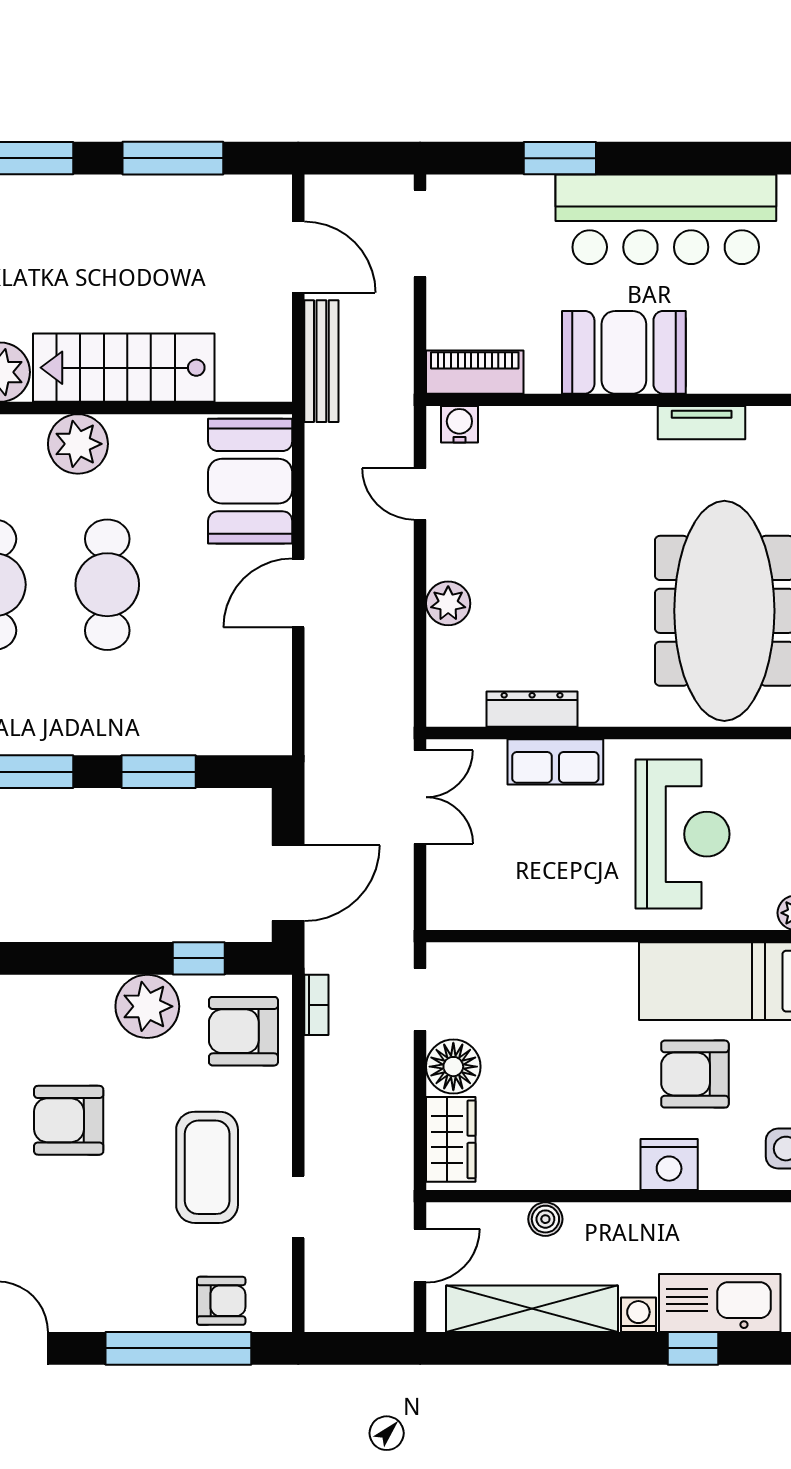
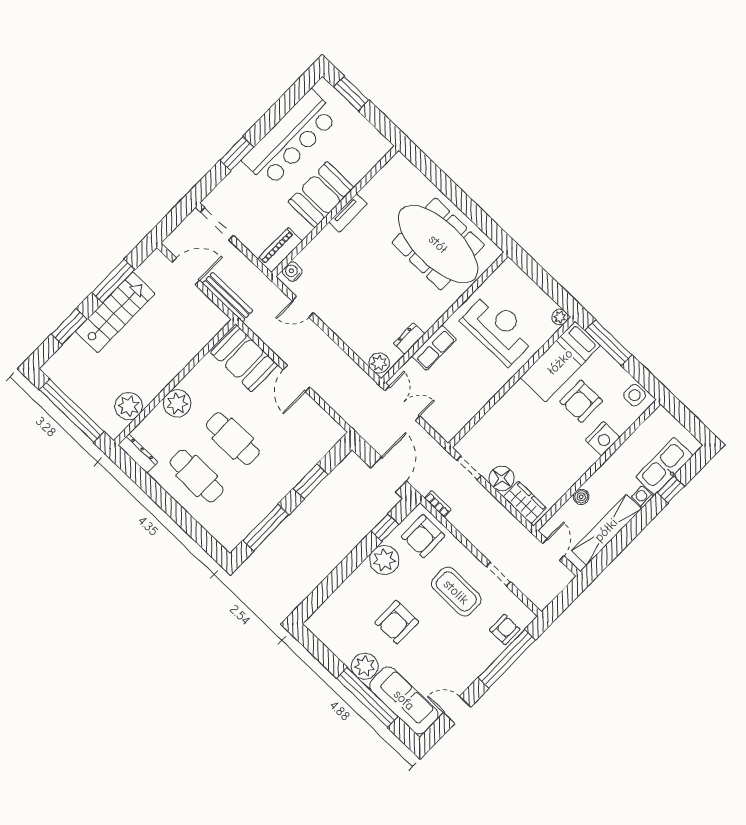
stairs: (124, 368) -> (115, 312), moved, turned 180
tv unit: (702, 423) -> (348, 213), moved
plant: (448, 603) -> (379, 363), moved
dresser: (532, 709) -> (409, 339), width x0.70

